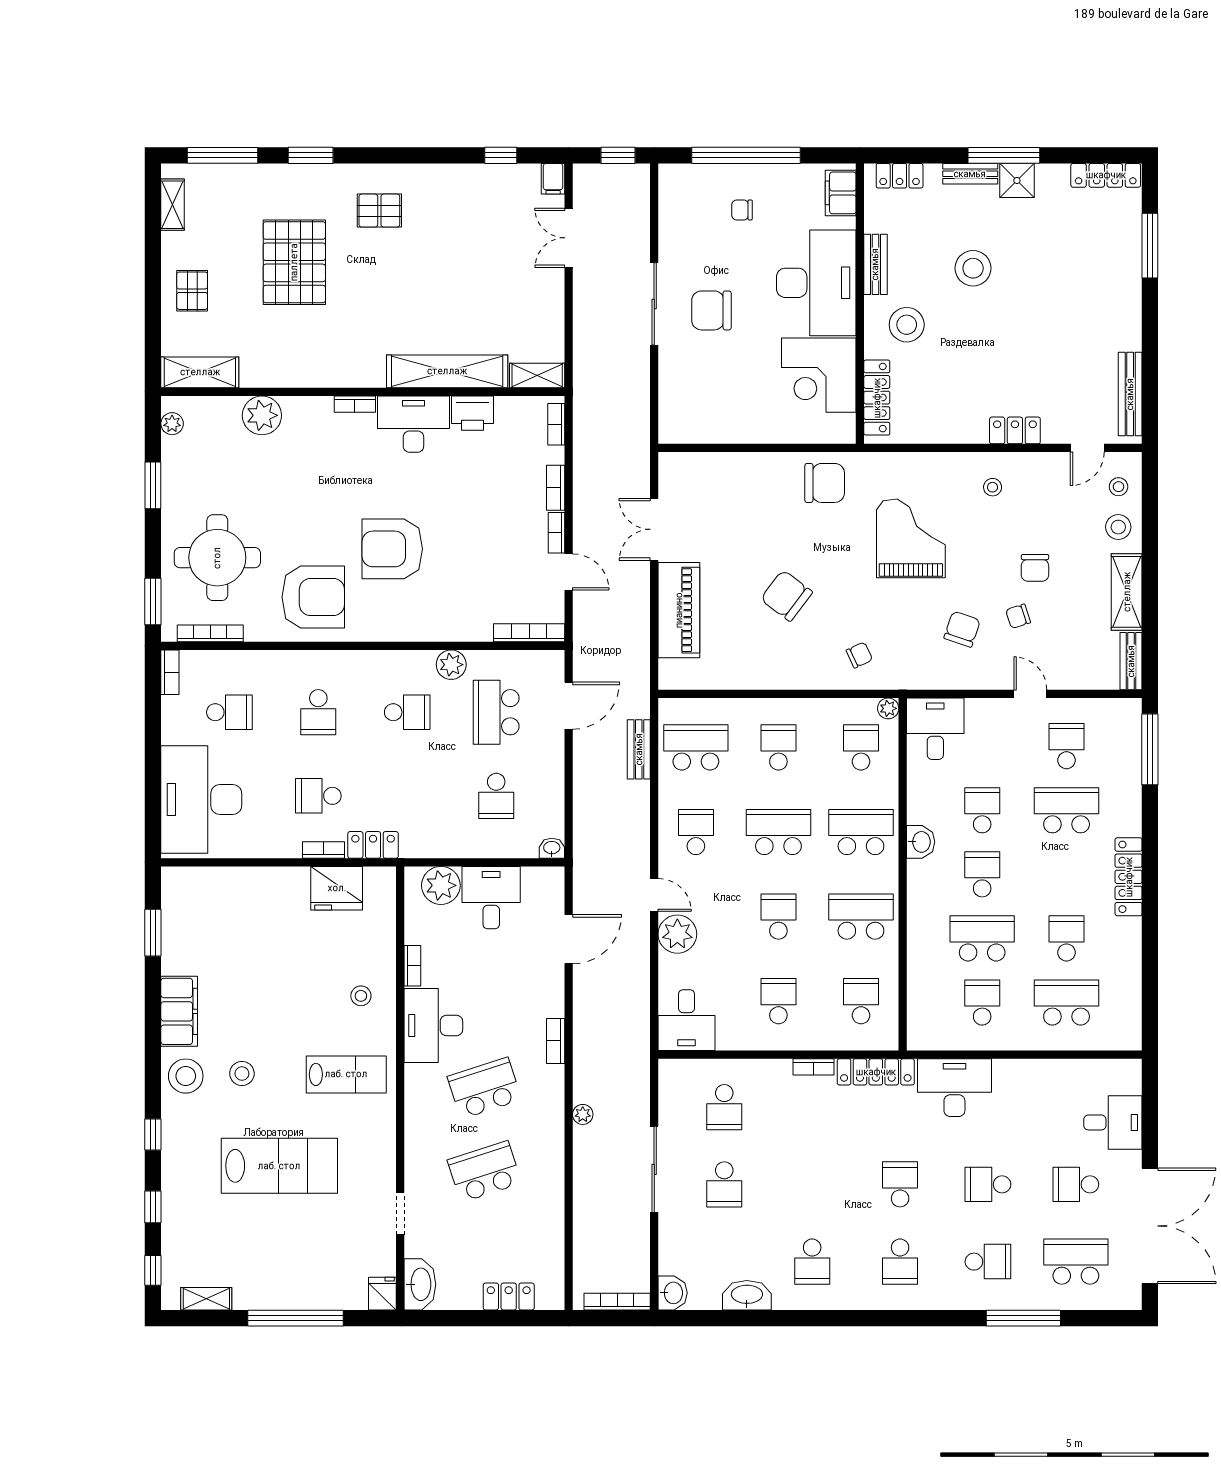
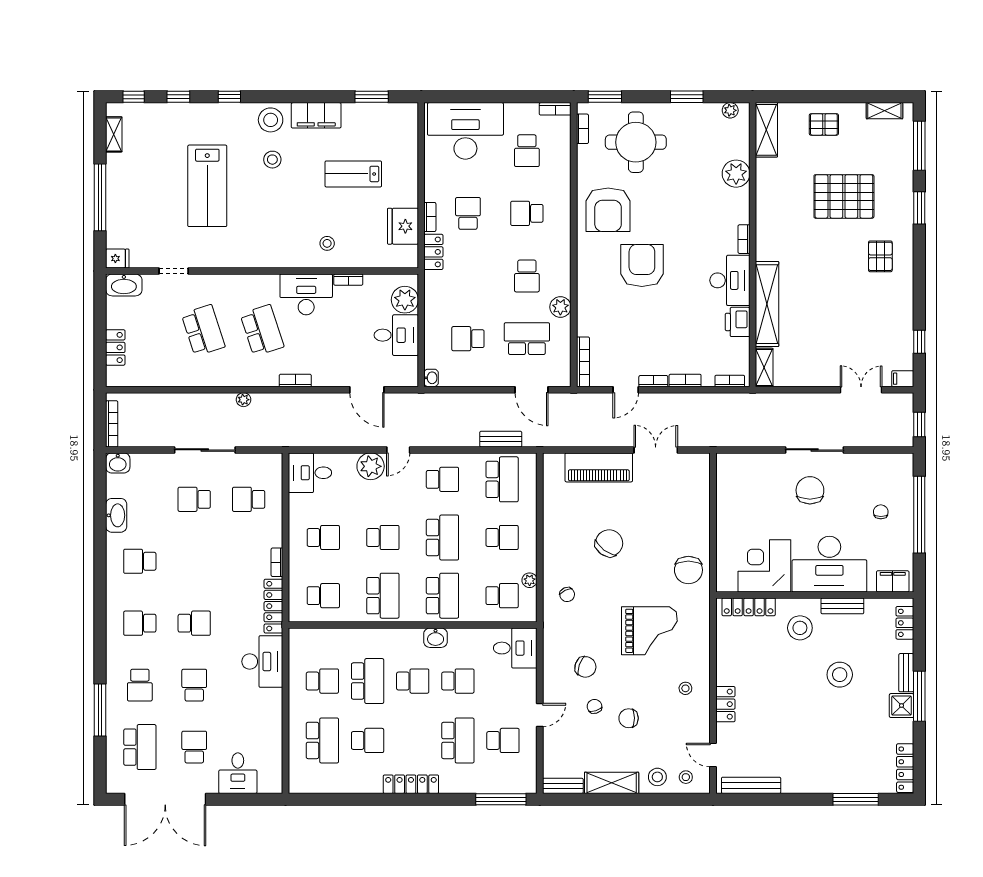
bookcase: (210, 633) -> (582, 129), width x0.64
plant: (888, 708) -> (530, 580), moved
lab bench: (346, 1074) -> (353, 174), moved, turned 90

